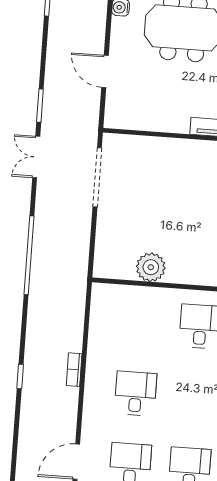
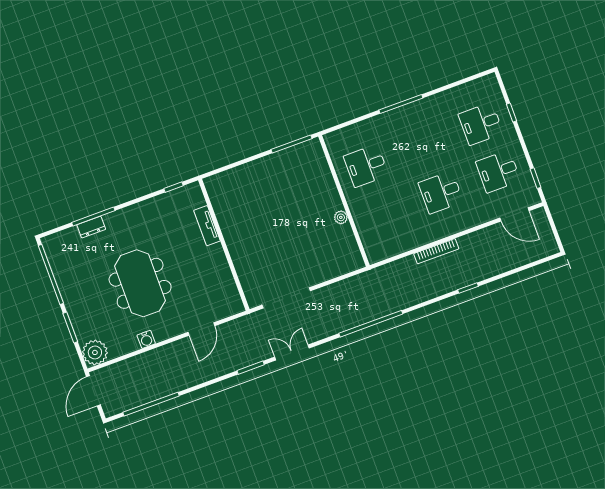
double door: (36, 157) -> (292, 352), swing flipped
plant: (151, 267) -> (341, 217), width x0.53, depth x0.53
bookcase: (74, 370) -> (436, 251), width x1.56

